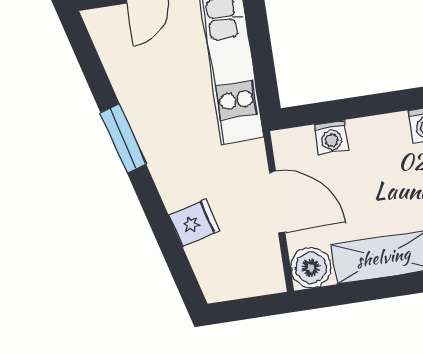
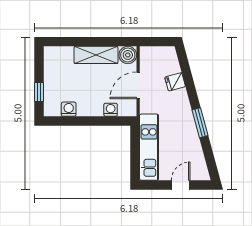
door: (277, 202) -> (138, 85), hinge flipped

